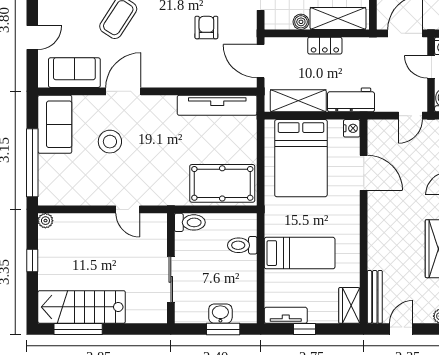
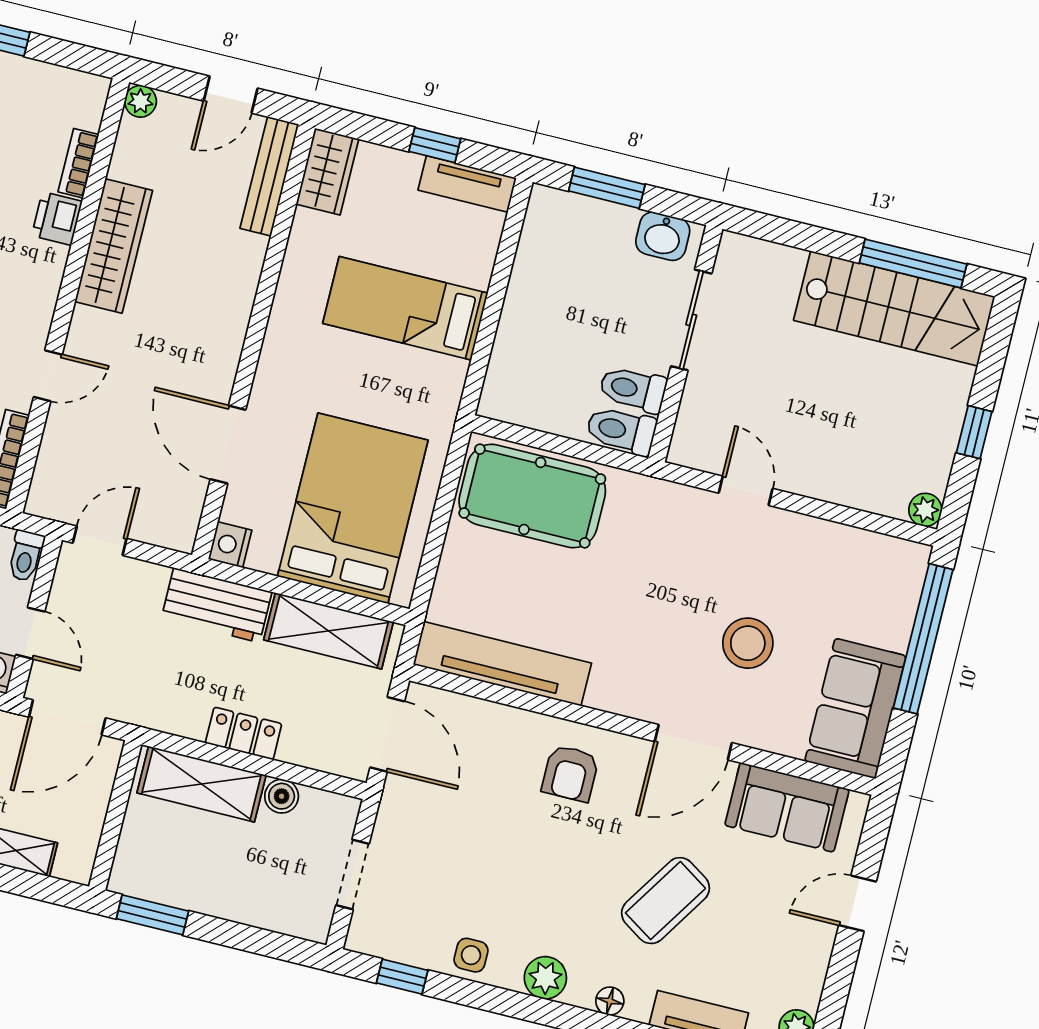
armchair: (206, 27) -> (570, 773), moved
toilet: (242, 245) -> (633, 389), moved, turned 180
washbasin: (220, 314) -> (663, 236), moved

